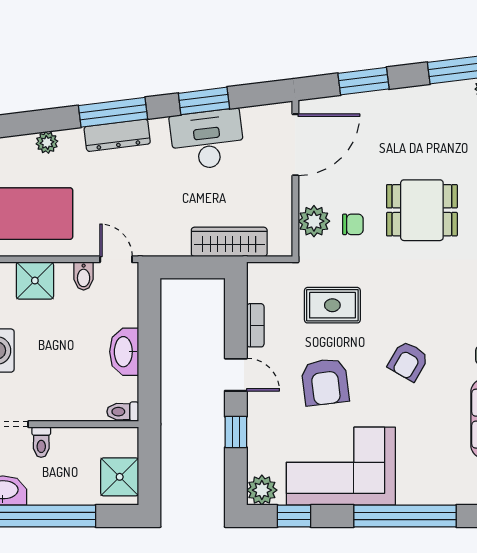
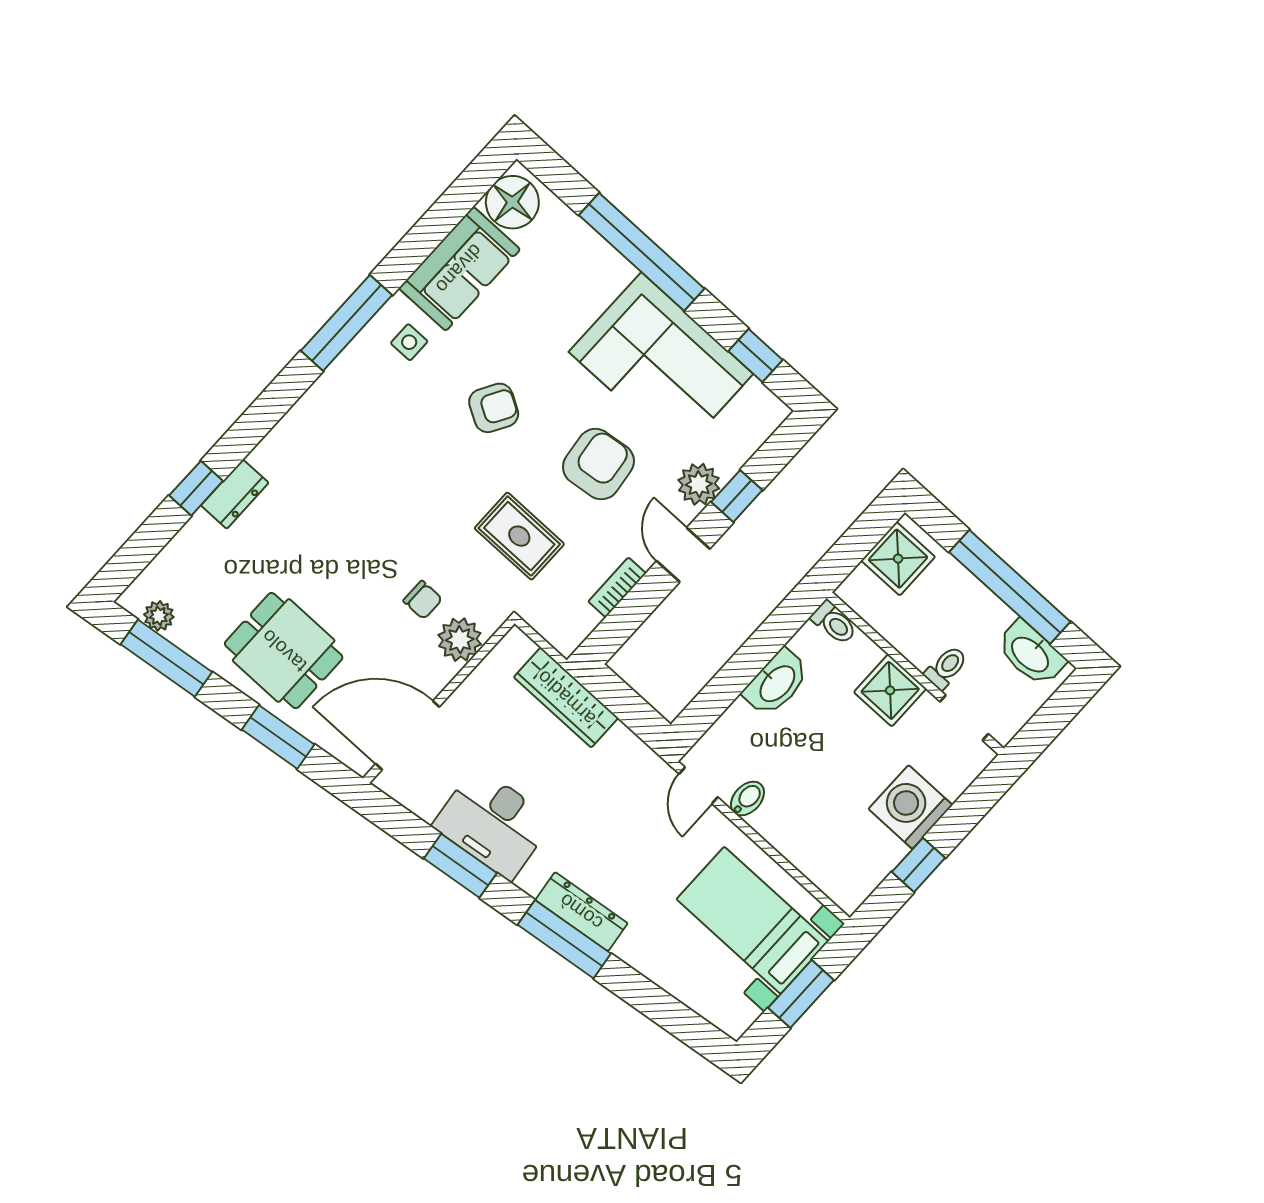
plant: (47, 142) -> (660, 970), removed
dining table: (422, 210) -> (284, 651), moved
chair: (353, 224) -> (423, 600), turned 180
shower: (35, 281) -> (890, 690), moved
plant: (262, 490) -> (699, 484), moved

